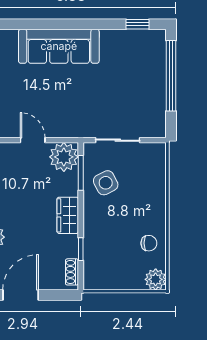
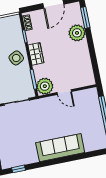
side table: (106, 183) -> (16, 58), moved

